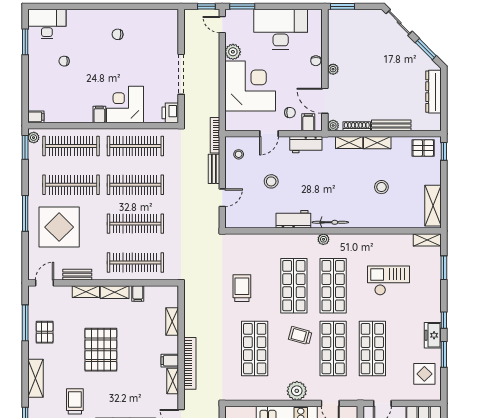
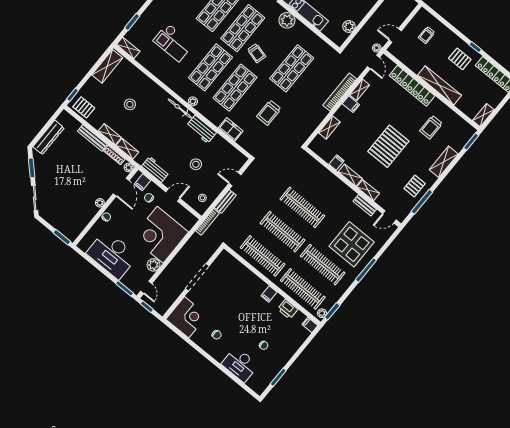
desk: (47, 24) -> (240, 365), moved
corner desk: (125, 104) -> (187, 317), moved, turned -90
printer: (170, 113) -> (288, 309), moved, turned 90
freezer: (265, 242) -> (231, 129), added
clothes rail: (135, 262) -> (322, 183), removed

